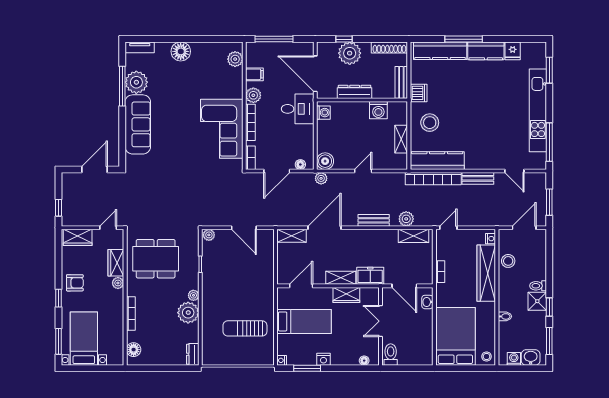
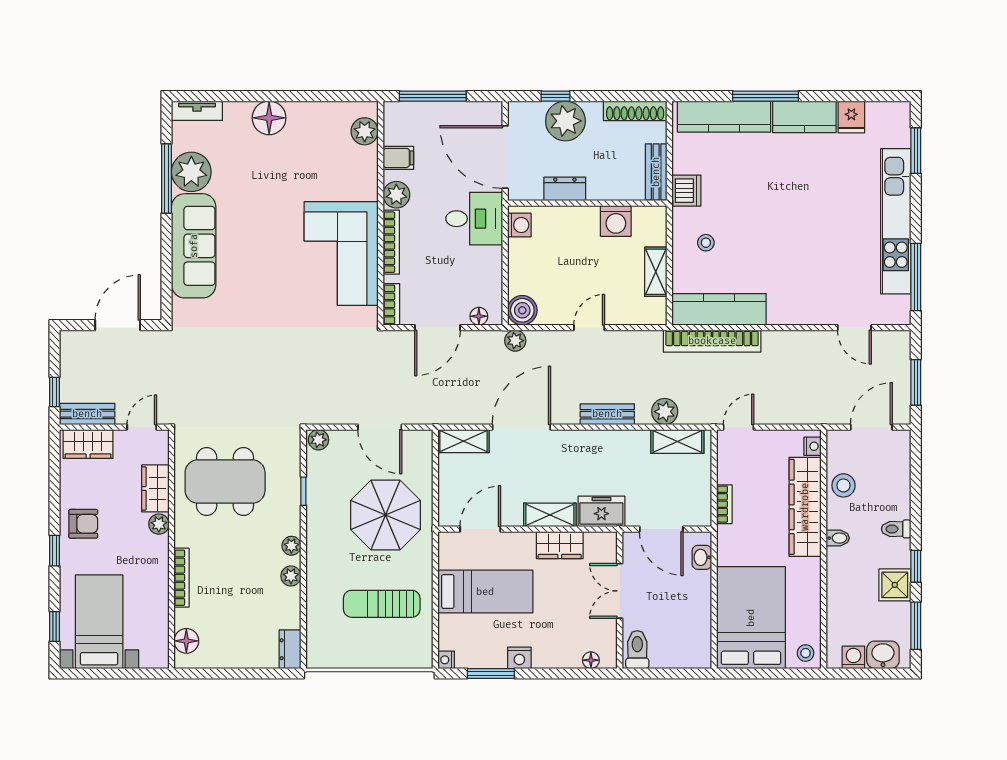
dresser: (355, 92) -> (565, 189), width x0.70
stool: (430, 123) -> (706, 243), width x0.53, depth x0.53
bench: (478, 178) -> (87, 414), moved
parasol: (247, 278) -> (385, 515), added
shower: (537, 301) -> (895, 585), moved
plant: (188, 313) -> (291, 576), width x0.53, depth x0.53
bidet: (505, 316) -> (838, 538), moved
window: (58, 341) -> (55, 627), width x0.67

